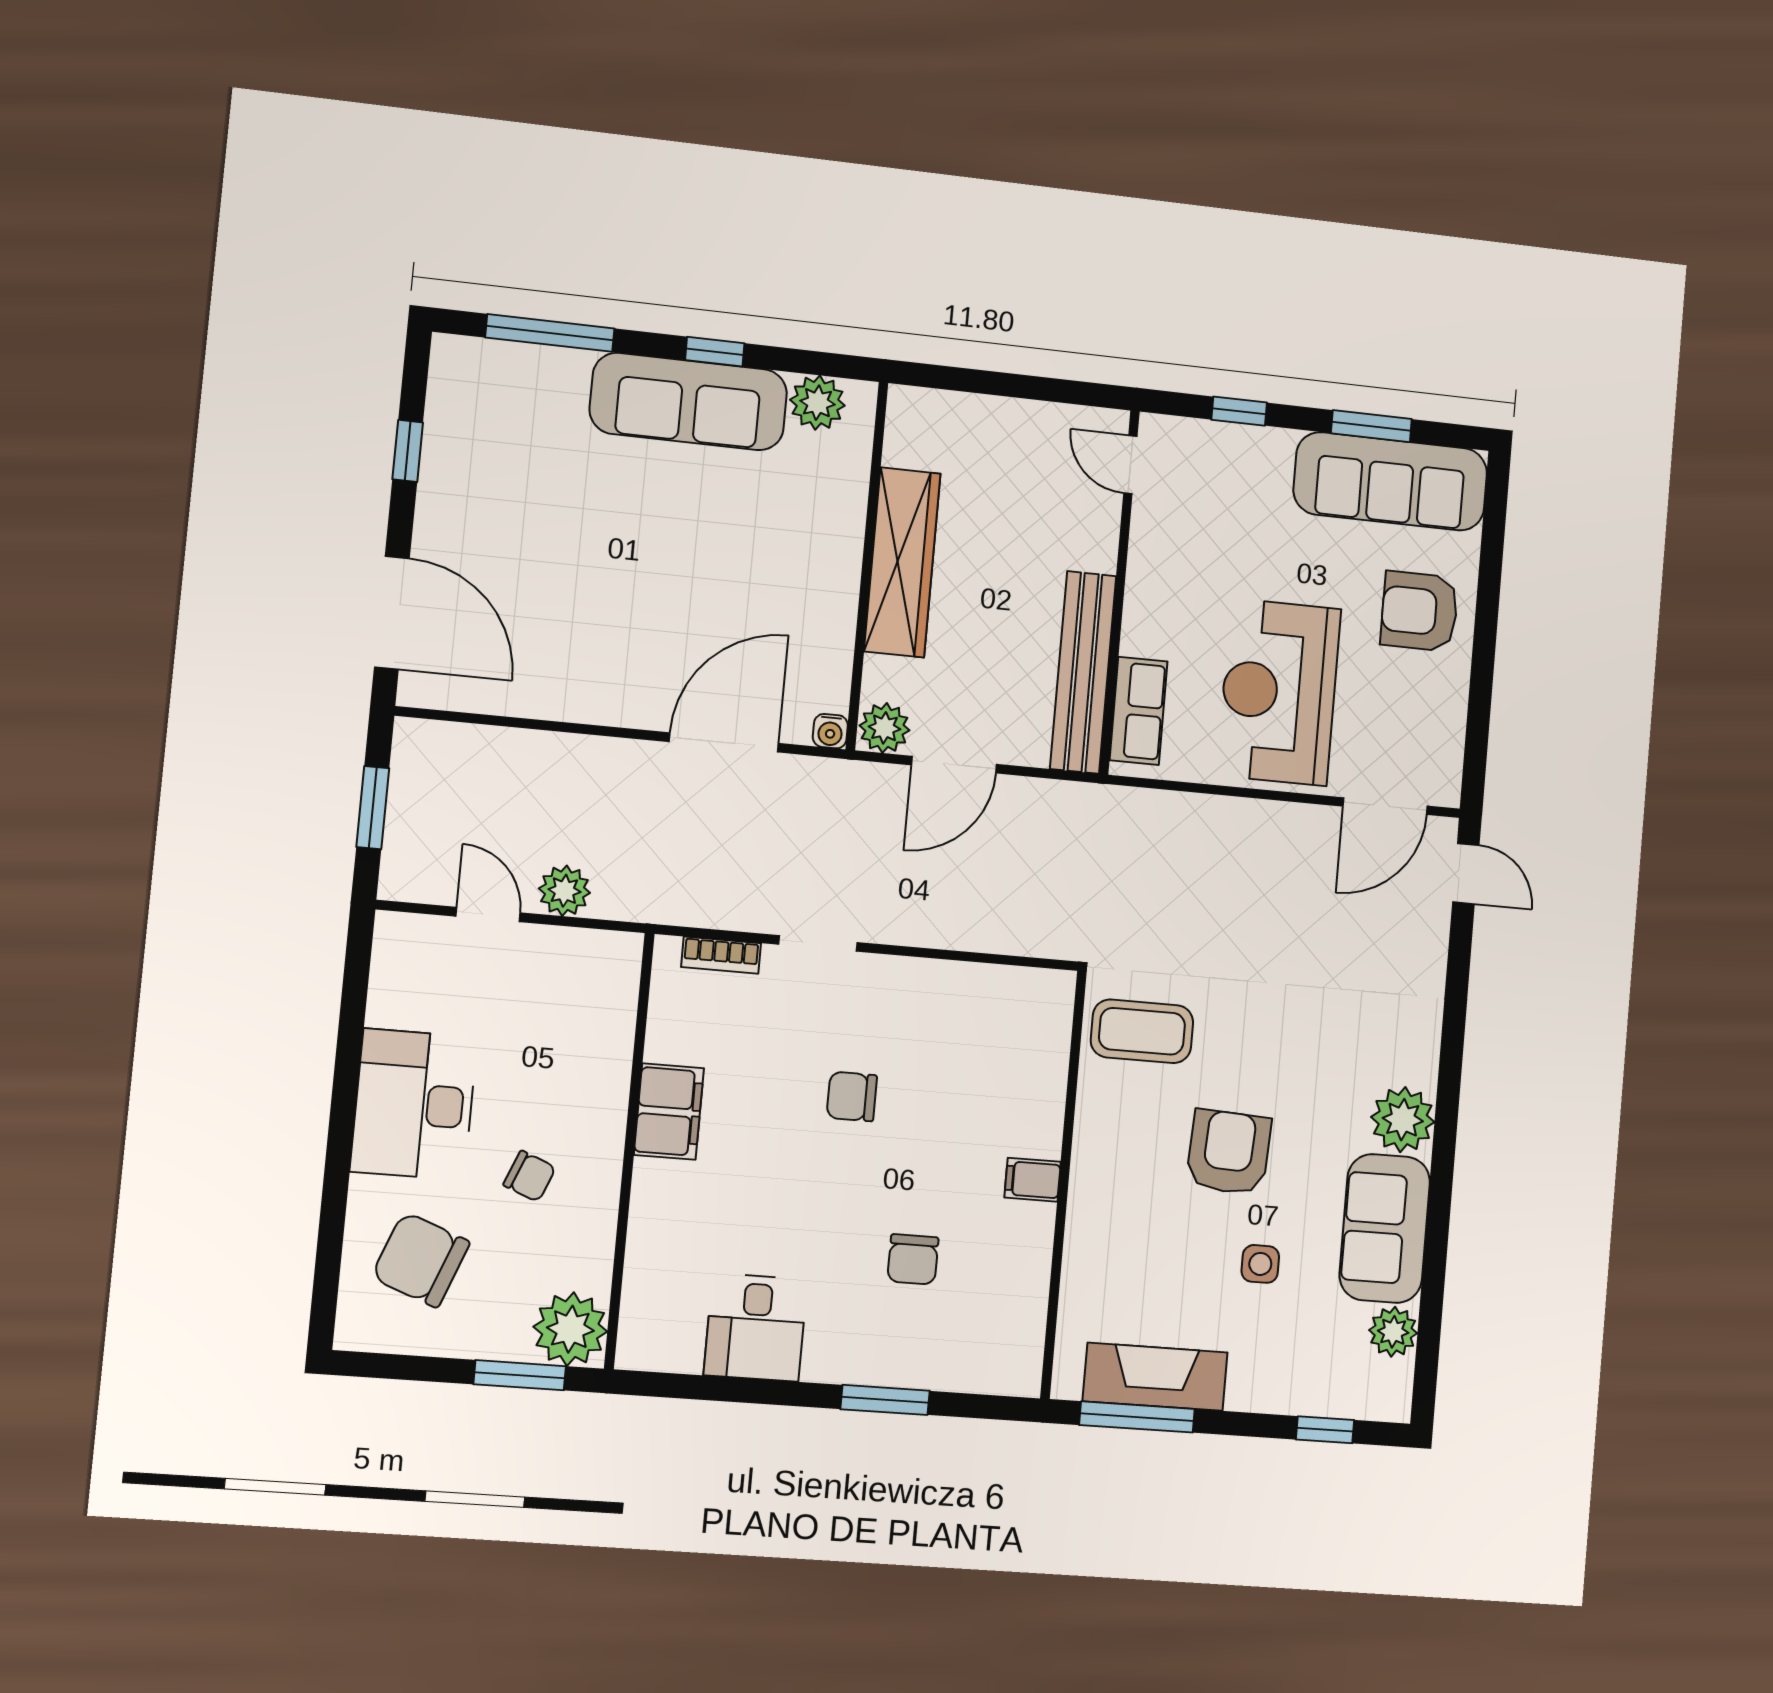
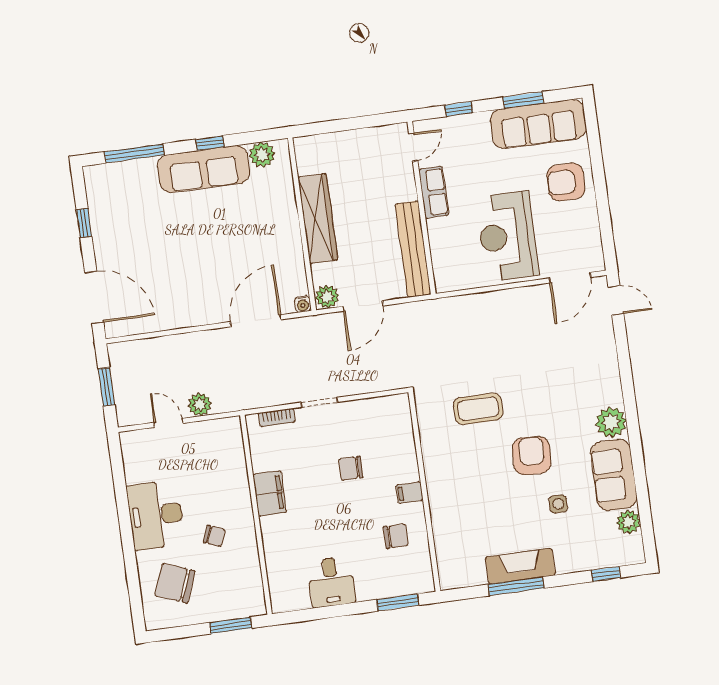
door: (1130, 465) -> (413, 147), swing flipped
row of seats: (1139, 711) -> (434, 192), moved
filing cabinet: (1033, 1180) -> (409, 493), moved
wall: (1063, 1184) -> (424, 492), moved
chair: (913, 1259) -> (396, 536), turned -90
plant: (570, 1329) -> (248, 600), removed

